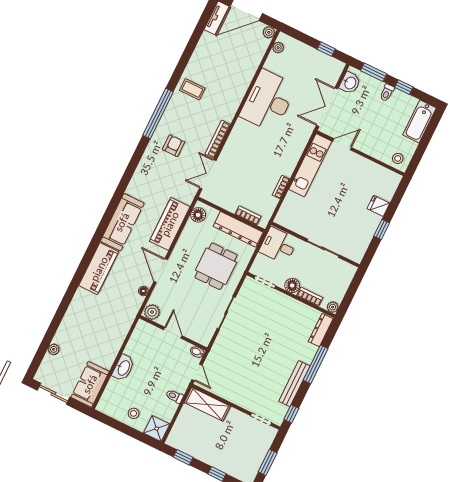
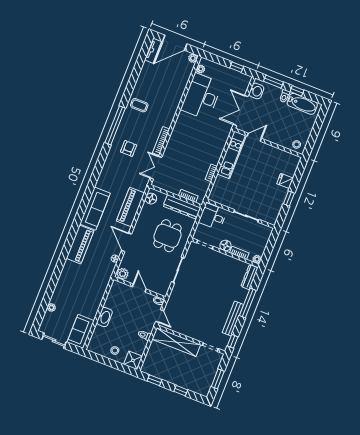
desk: (268, 101) -> (202, 96), moved
bathtub: (420, 121) -> (302, 104), moved, turned -90
shelving: (207, 404) -> (176, 342), width x1.47

